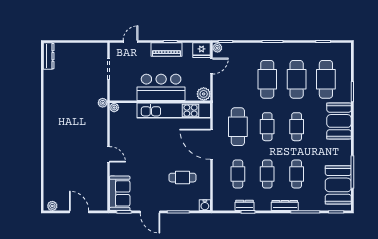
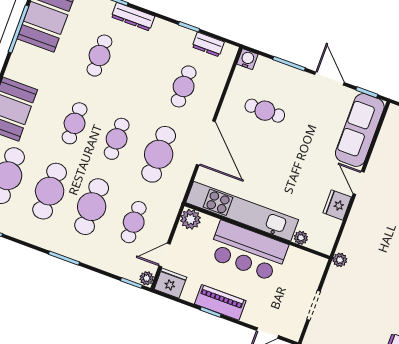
plant: (114, 108) -> (301, 238), moved
fridge: (117, 136) -> (337, 205), added
cafe table: (267, 174) -> (134, 222), moved
sofa: (120, 193) -> (360, 130), width x1.36
dresser: (244, 205) -> (208, 44), moved

